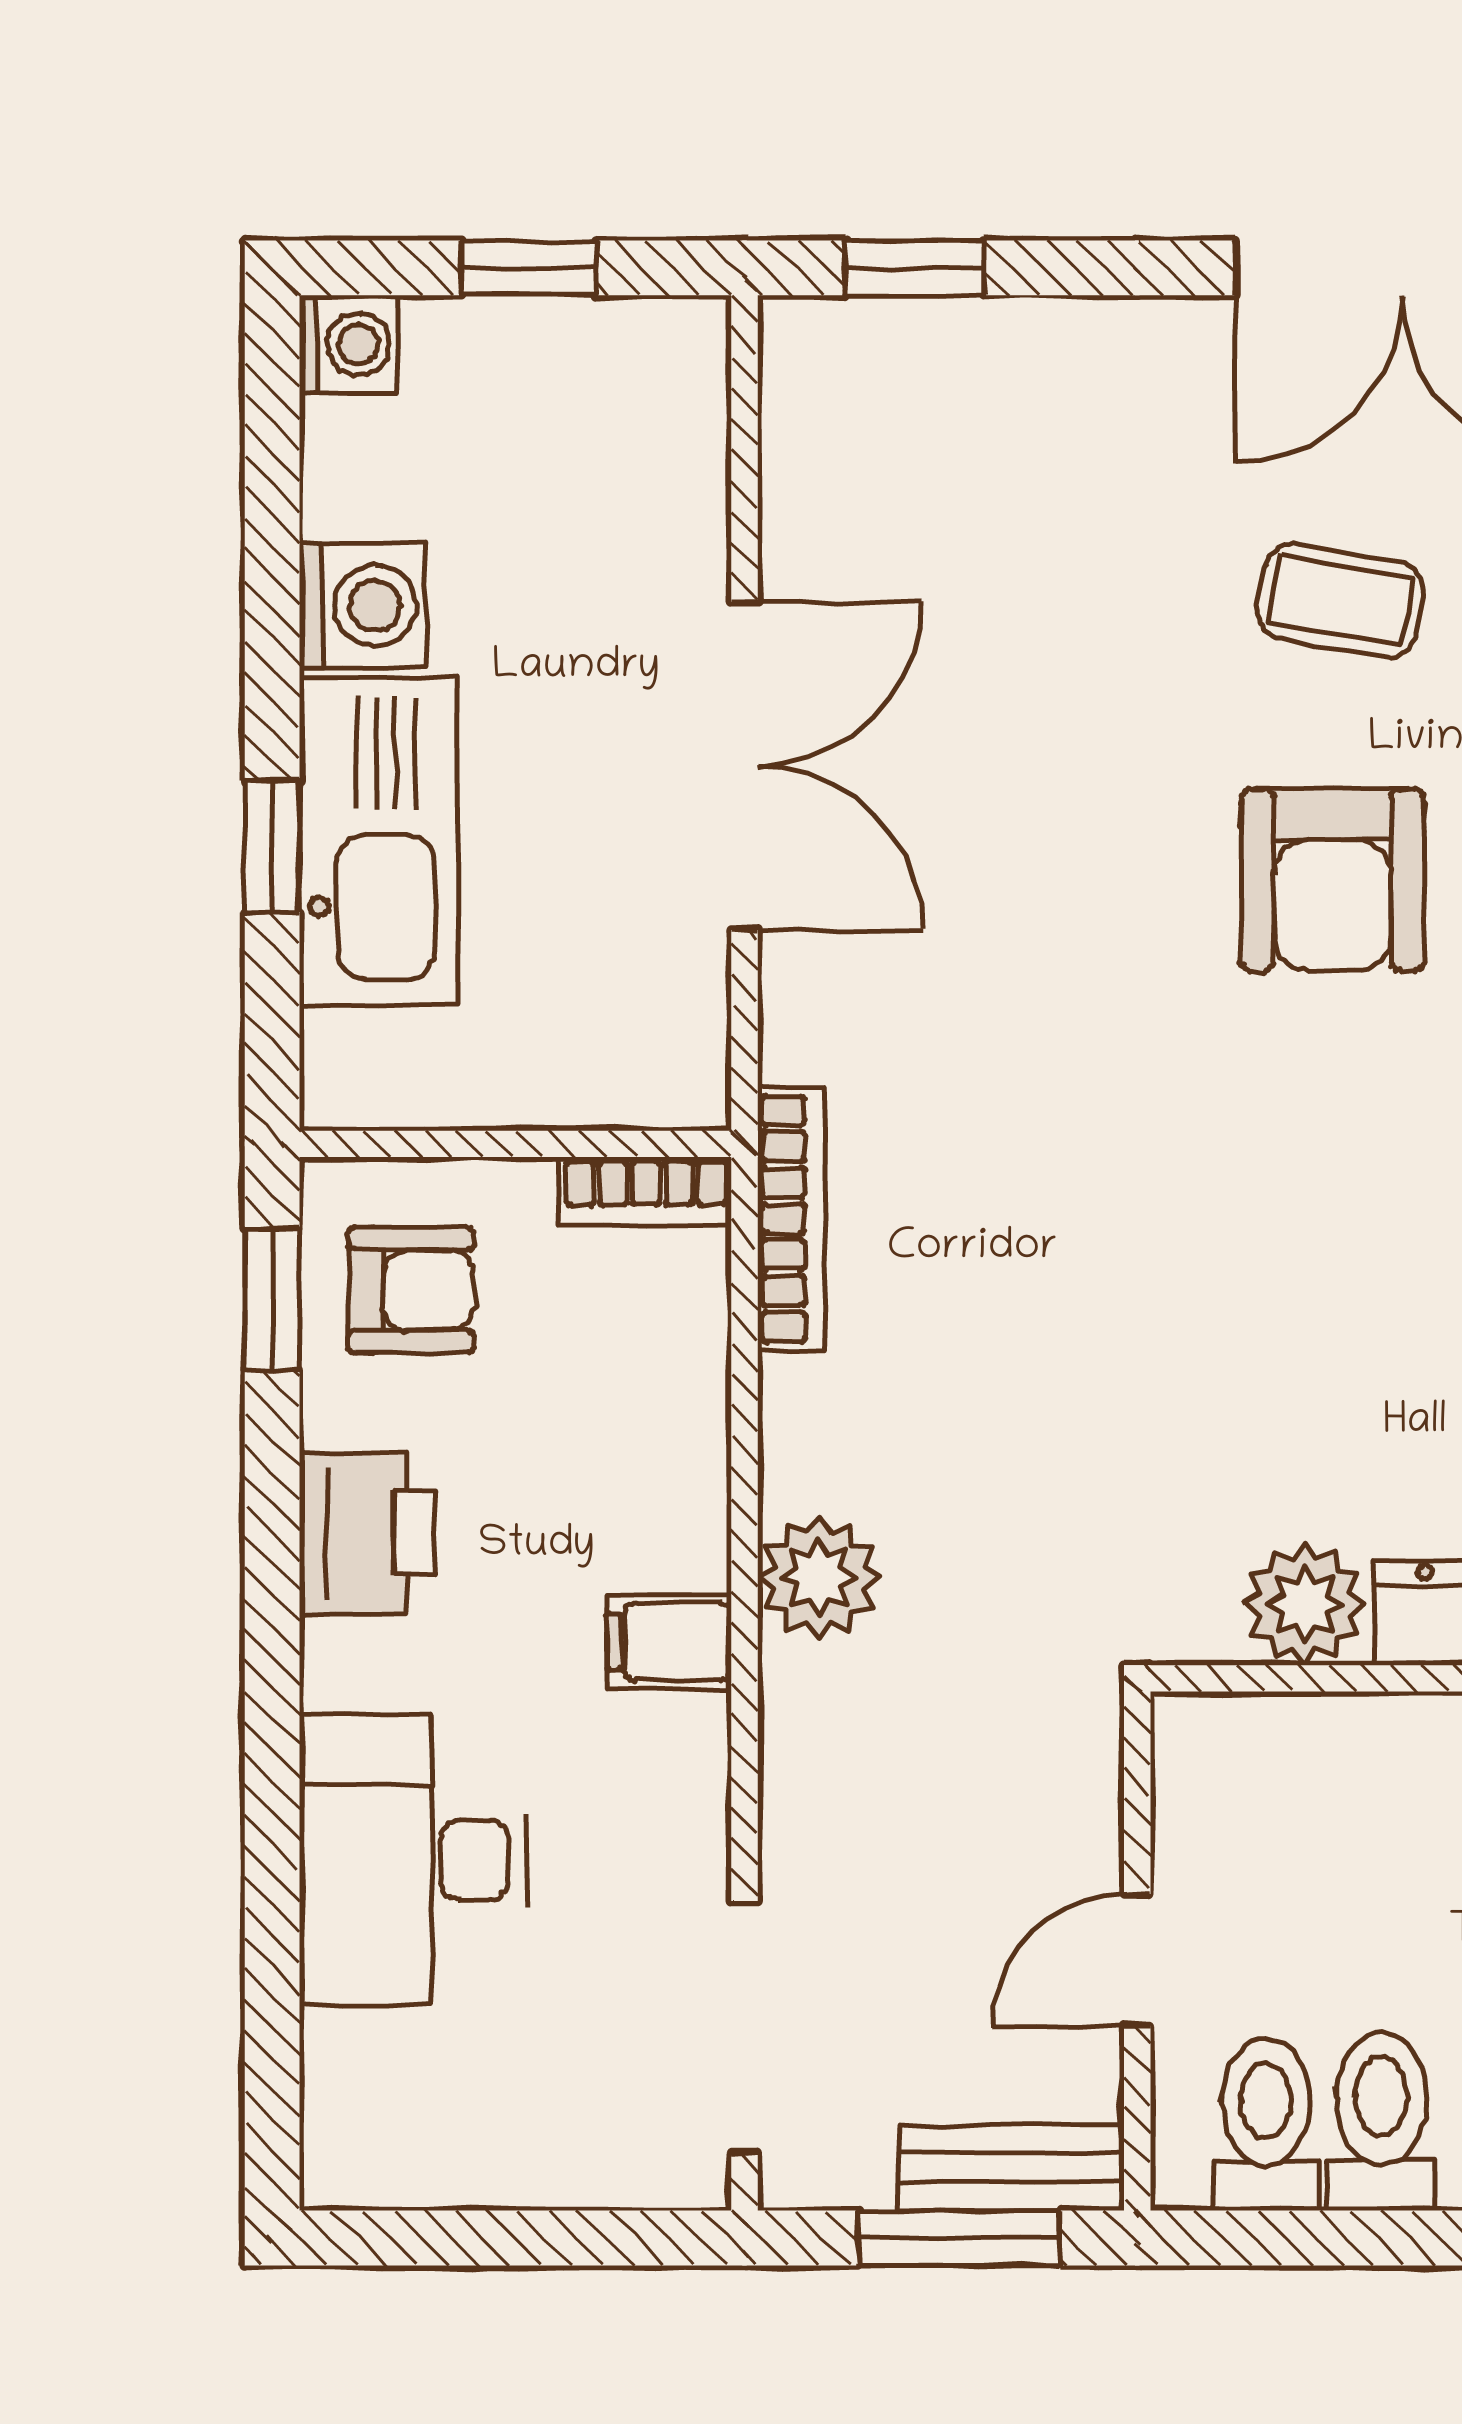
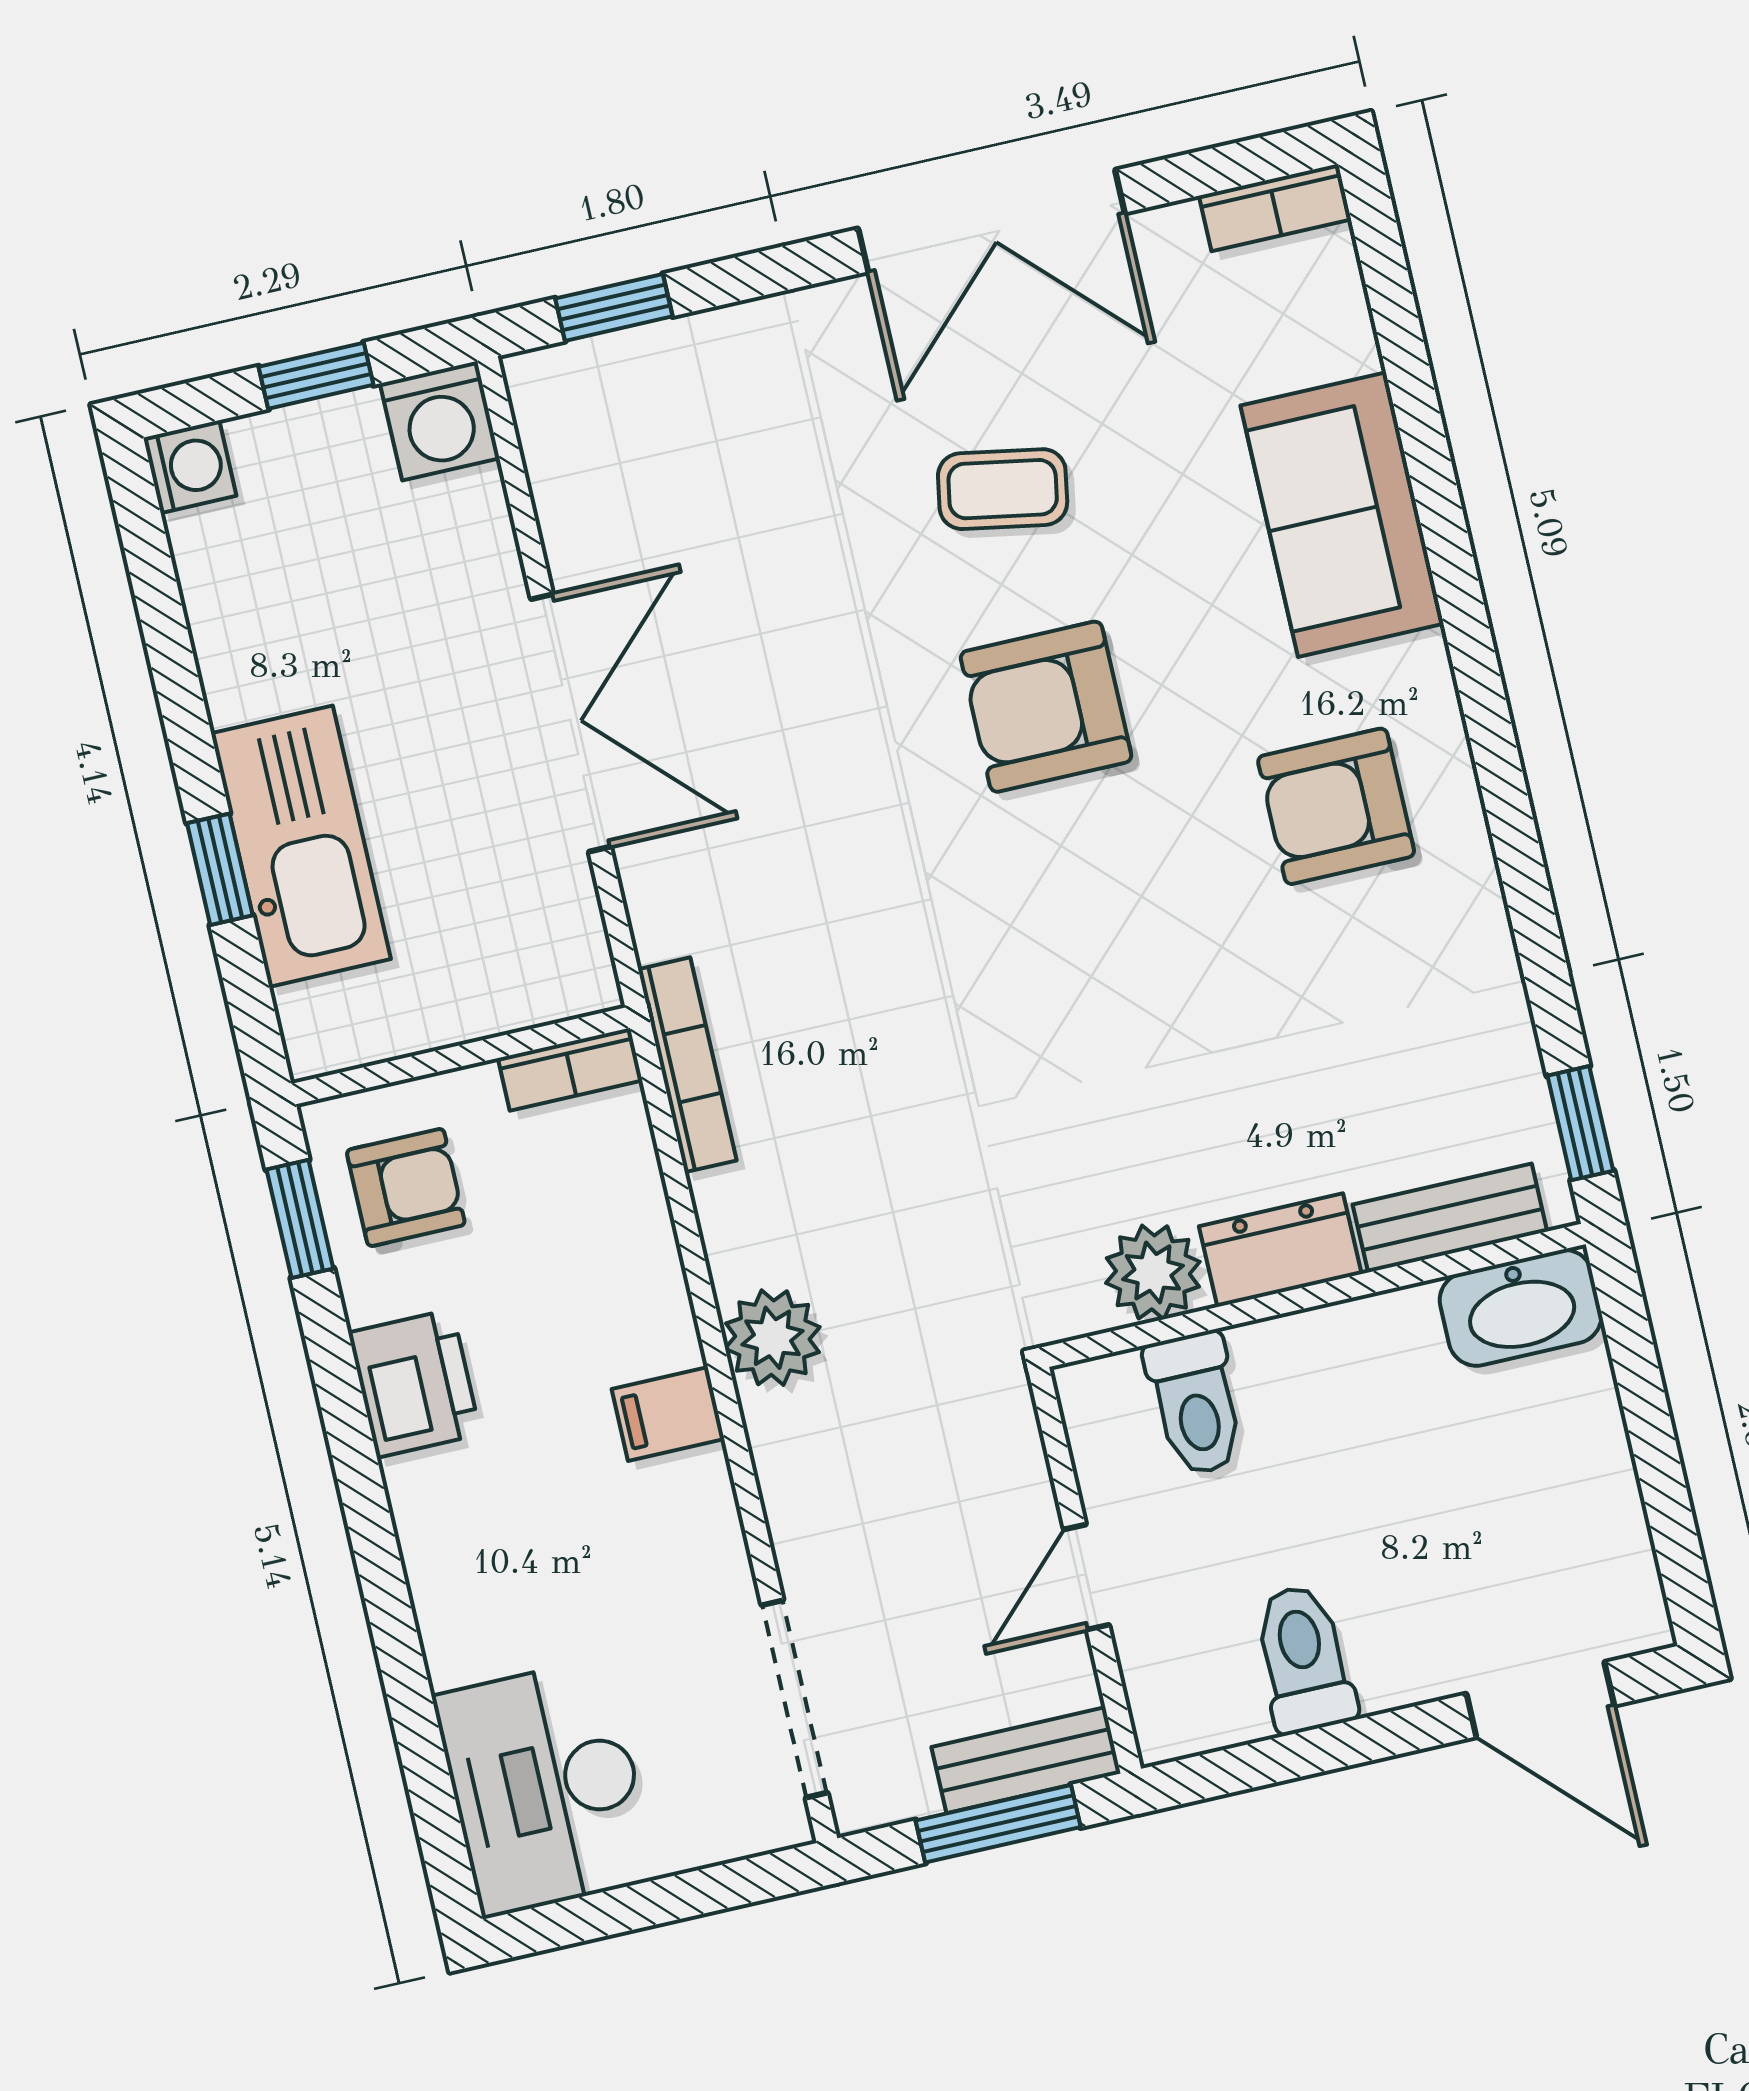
washing machine: (362, 606) -> (440, 421), moved, turned 90
armchair: (1332, 880) -> (1046, 707), turned 90
desk: (413, 1860) -> (545, 1787), moved
toilet: (1266, 2125) -> (1196, 1404), moved, turned 180

